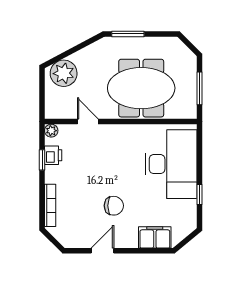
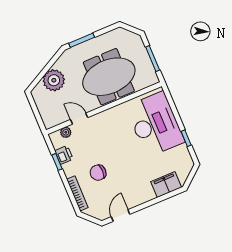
plant: (64, 73) -> (54, 80), moved
plant: (51, 131) -> (66, 132), moved
chair: (114, 206) -> (98, 173), moved, turned 180
door: (102, 251) -> (121, 216), moved

